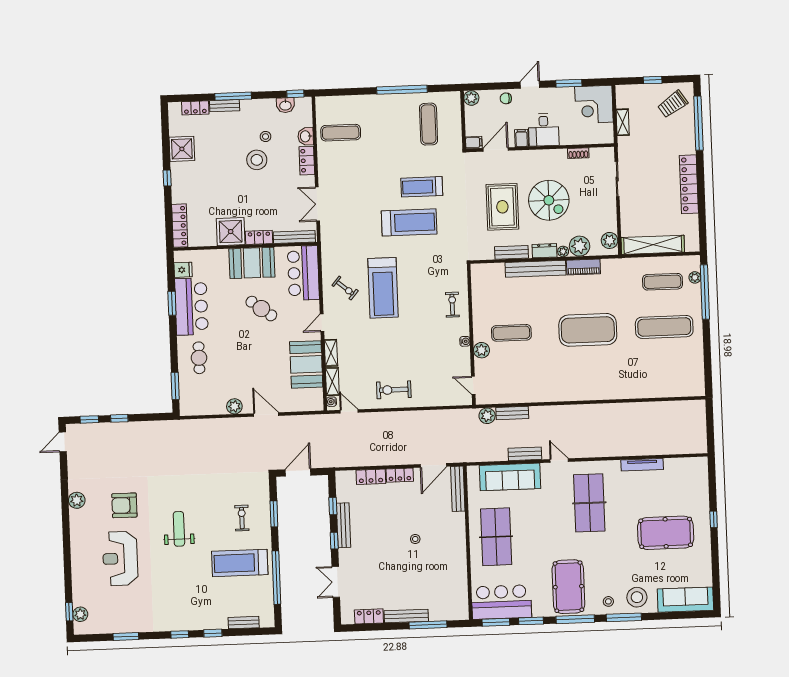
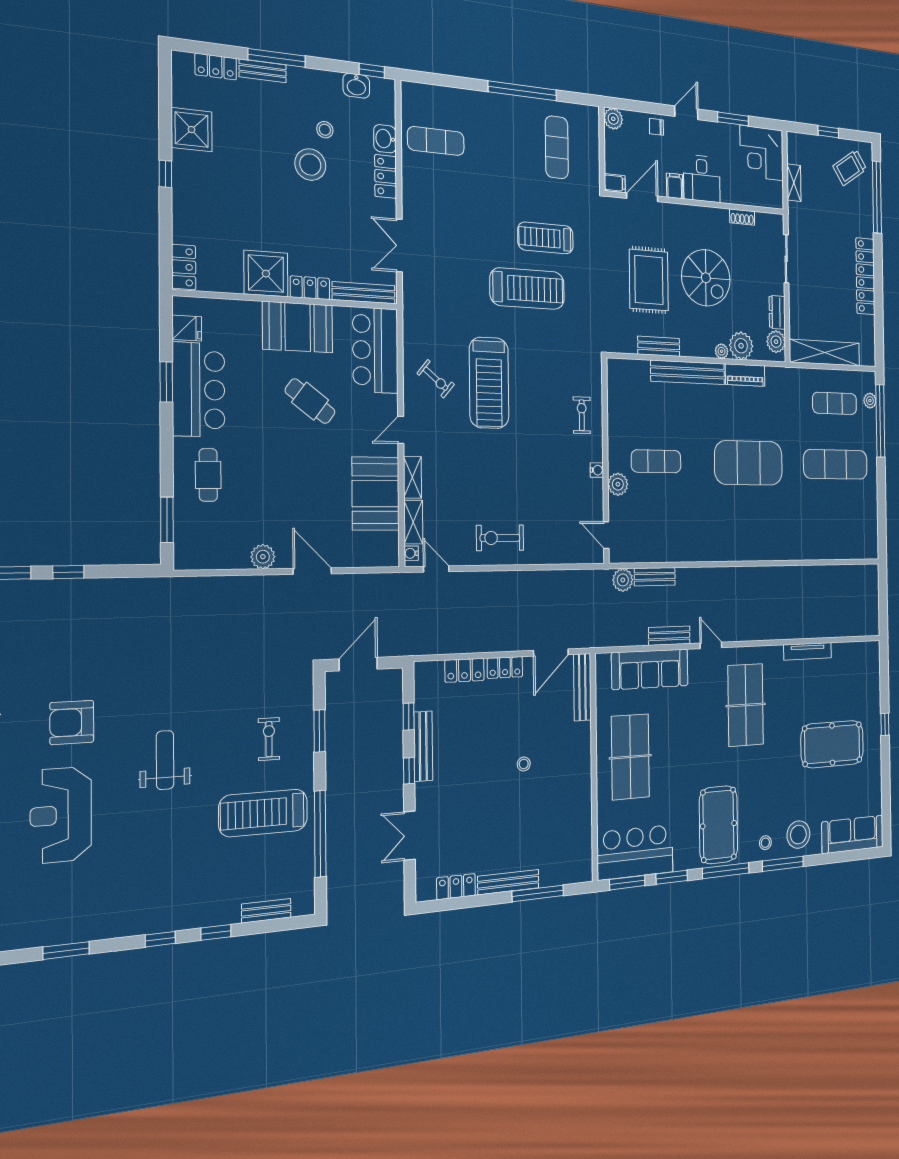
locker: (180, 226) -> (184, 267), width x0.66
dresser: (544, 251) -> (777, 312), moved, turned -90

